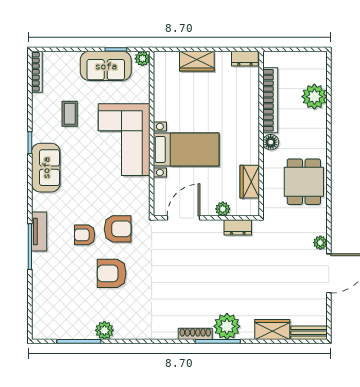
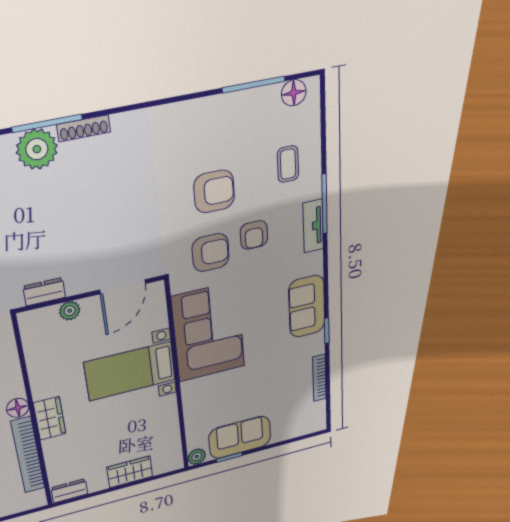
bookcase: (37, 72) -> (319, 378), moved
coffee table: (70, 114) -> (288, 164), moved
corner sofa: (124, 140) -> (209, 332), moved
wardrobe: (250, 182) -> (50, 418), moved
armchair: (118, 229) -> (211, 253), turned 180
armchair: (85, 235) -> (254, 235), turned 90
plant: (104, 330) -> (218, 108), removed
floor lamp: (51, 331) -> (294, 93), added

